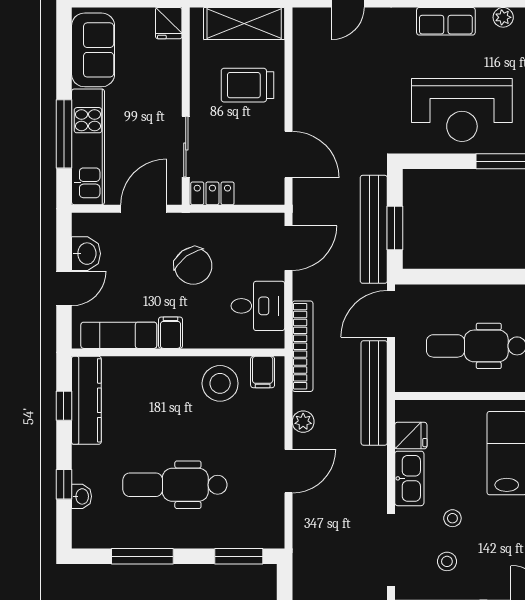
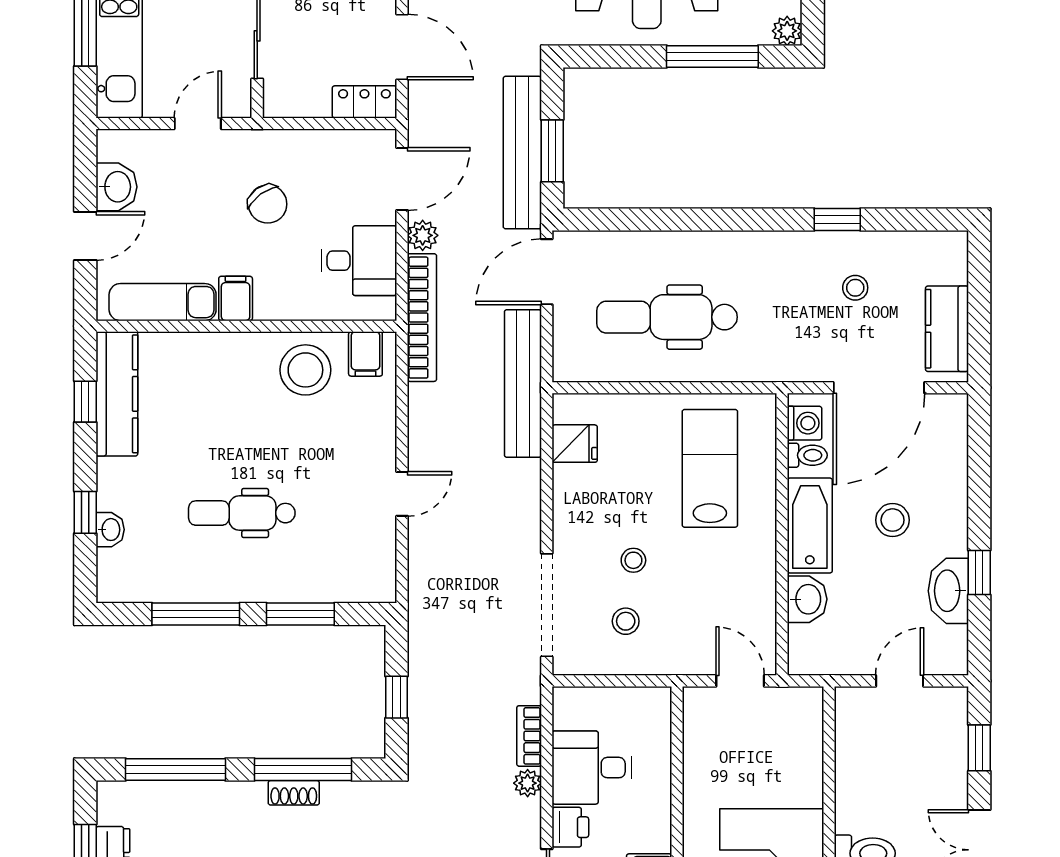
locker: (212, 193) -> (364, 102), moved
door: (144, 209) -> (198, 124), width x0.73
chair: (193, 266) -> (268, 204), width x0.73, depth x0.73
plant: (303, 422) -> (423, 235), moved
door: (288, 471) -> (402, 494), width x0.73
kitchen sink: (409, 478) -> (573, 504), removed
dental chair: (175, 485) -> (242, 513), width x0.73, depth x0.72
window: (239, 556) -> (300, 614), moved

